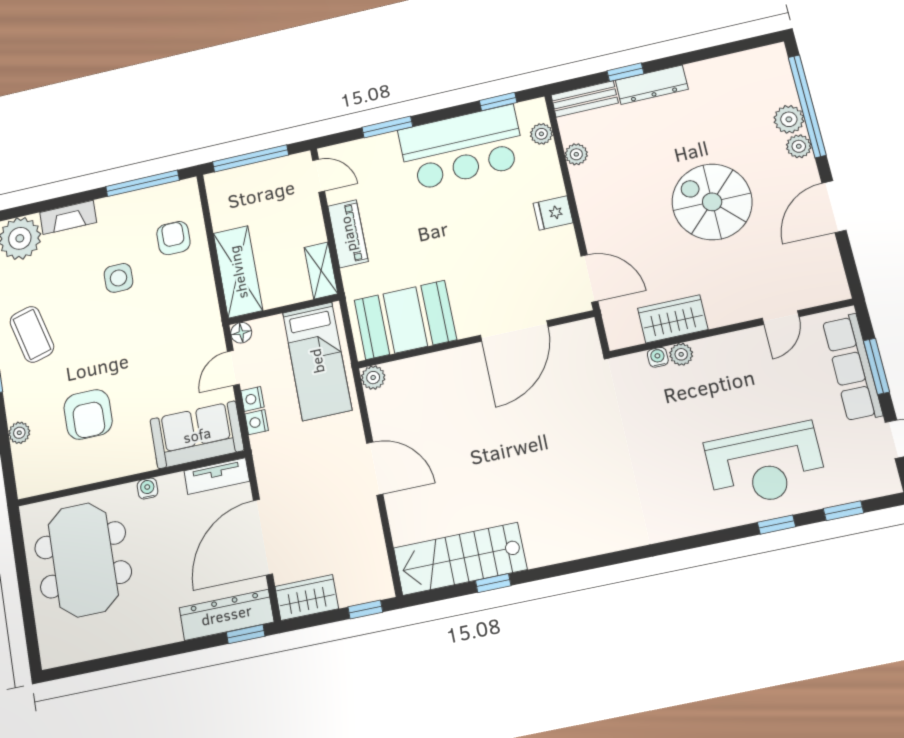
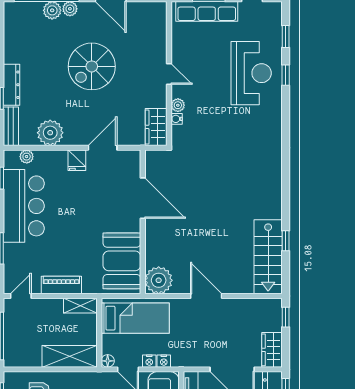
plant: (576, 154) -> (50, 133), width x1.88, depth x1.88
door: (589, 278) -> (103, 148), moved
door: (781, 318) -> (169, 74), moved
wardrobe: (673, 319) -> (156, 127), moved
plant: (373, 378) -> (159, 280), width x1.88, depth x1.88
door: (375, 469) -> (206, 296), hinge flipped

